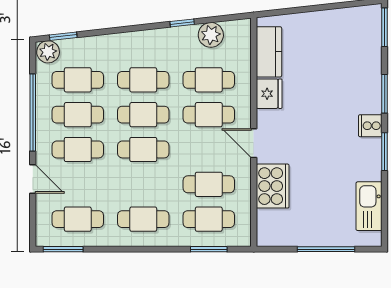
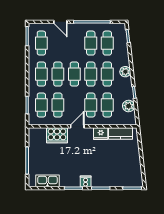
plant: (48, 52) -> (125, 72), moved
cafe table: (78, 149) -> (58, 74), moved
door: (33, 179) -> (60, 22), hinge flipped

